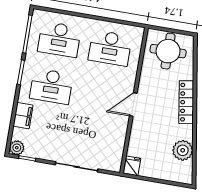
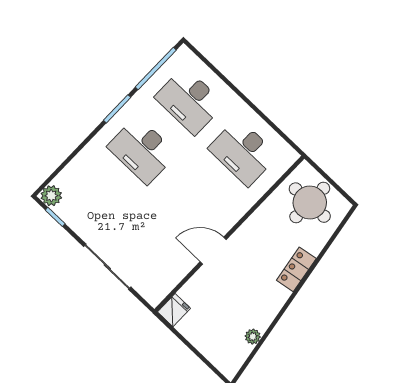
locker: (186, 102) -> (296, 269), width x0.66
door: (133, 105) -> (213, 251), moved
filing cabinet: (23, 116) -> (85, 162), removed
plant: (183, 150) -> (253, 337), width x0.53, depth x0.53

